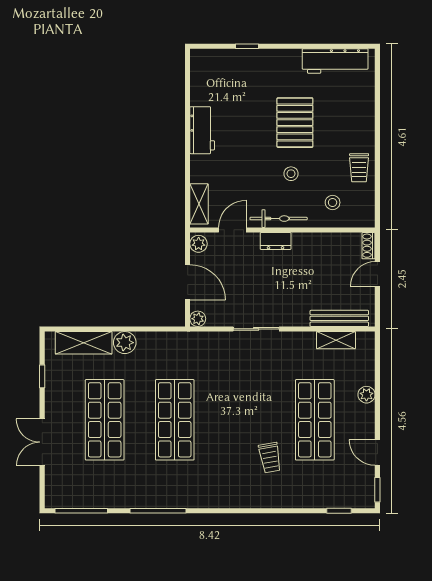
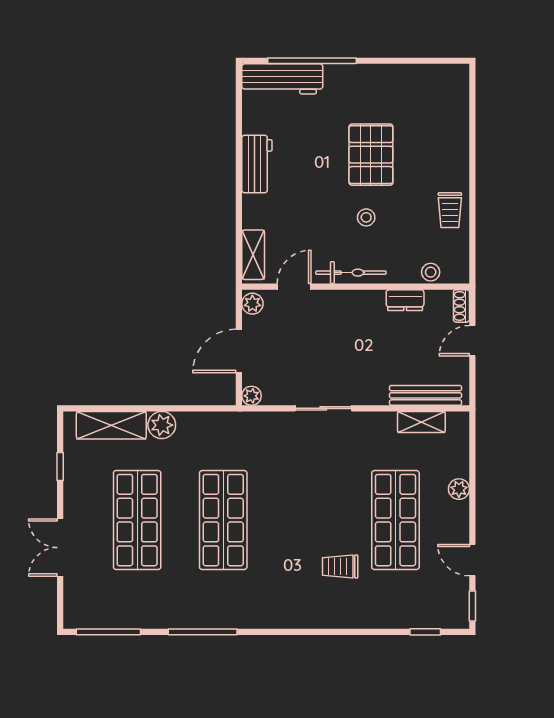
window: (247, 46) -> (312, 61), width x3.17
workbench: (335, 61) -> (282, 79), moved
stool: (333, 202) -> (431, 272), moved
dresser: (276, 241) -> (405, 300), moved
door: (188, 282) -> (239, 351), swing flipped
trolley: (270, 458) -> (340, 567), turned 100

